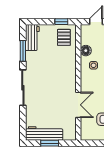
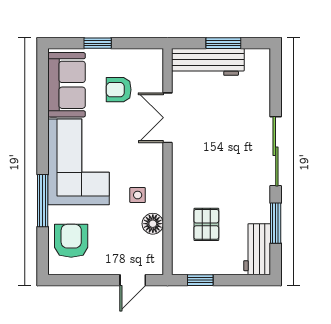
pallet: (64, 37) -> (206, 224), moved
workbench: (44, 133) -> (208, 62), moved

